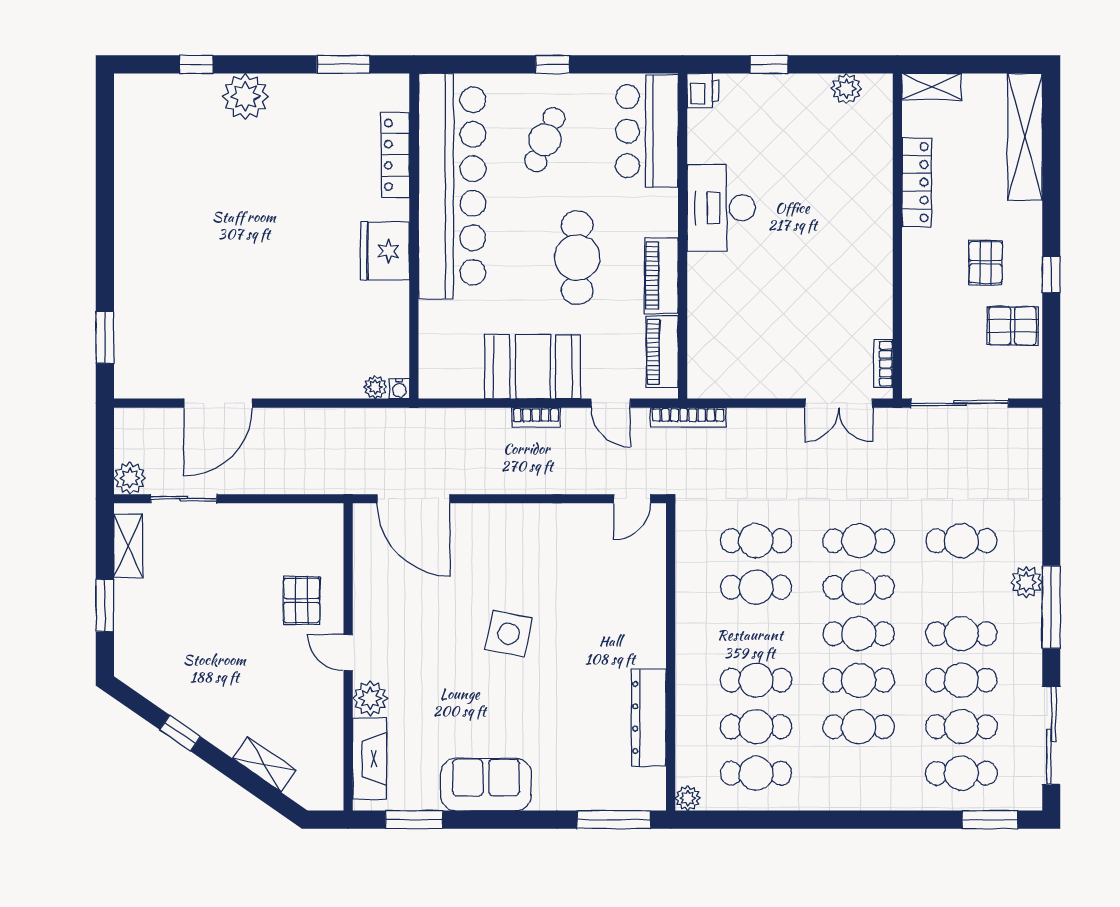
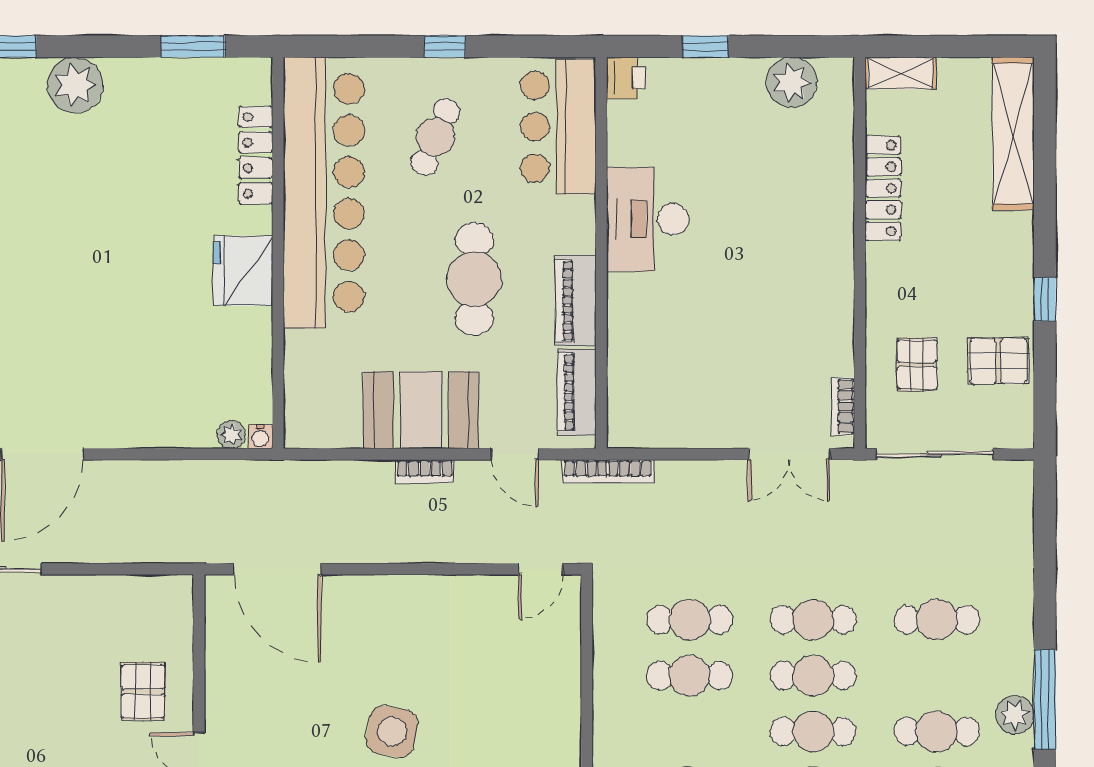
plant: (846, 89) -> (792, 82), width x1.36, depth x1.36
pallet: (986, 262) -> (917, 364), moved
plant: (1026, 582) -> (1015, 715), moved

